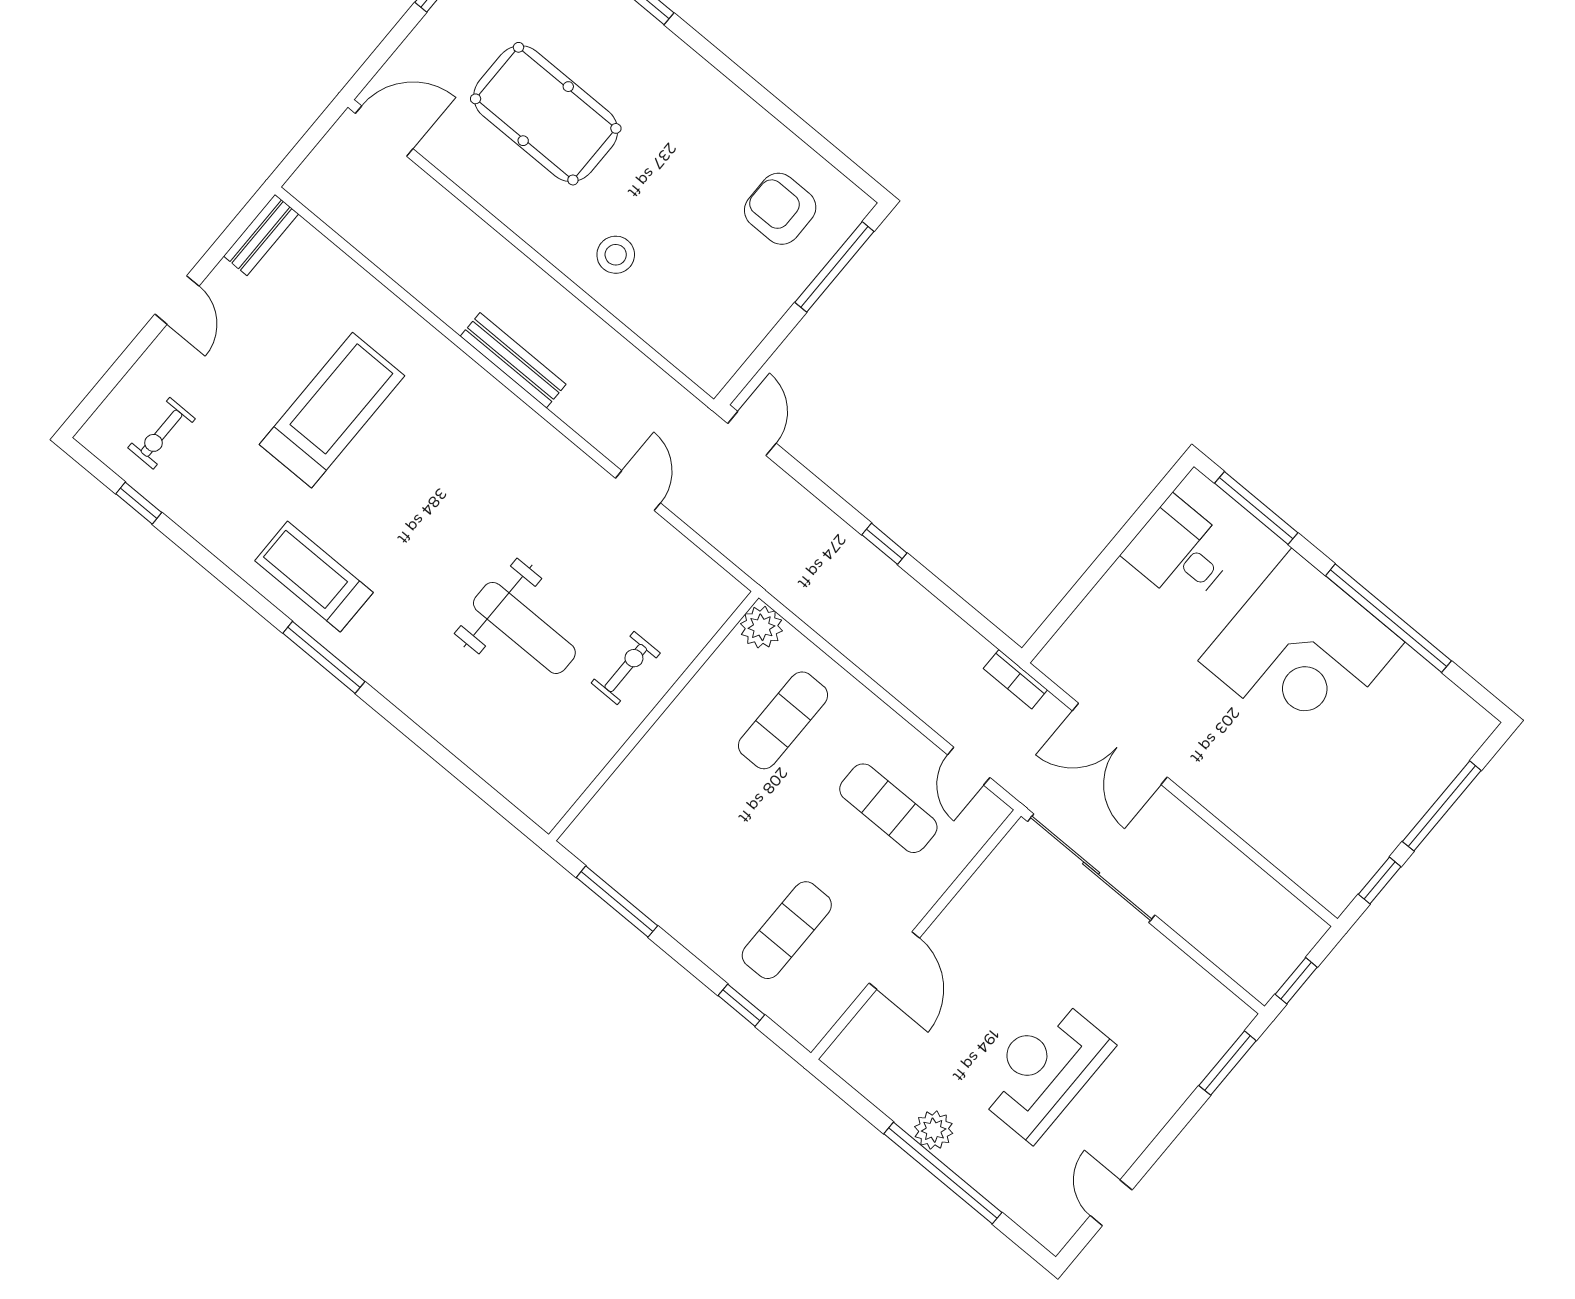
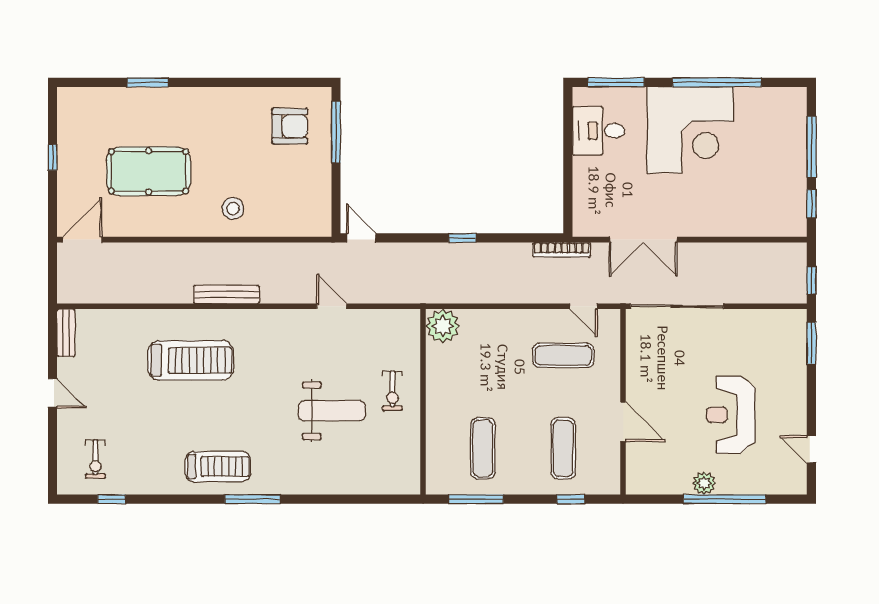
armchair: (780, 209) -> (290, 126), turned 180
treadmill: (332, 410) -> (191, 360), moved, turned 90
treadmill: (314, 577) -> (218, 466), turned 180
plant: (761, 627) -> (443, 326), width x1.36, depth x1.36
exercise bike: (626, 668) -> (392, 391), turned 180
bookcase: (1015, 679) -> (562, 250), width x1.56
exercise mat: (783, 720) -> (483, 448), moved

